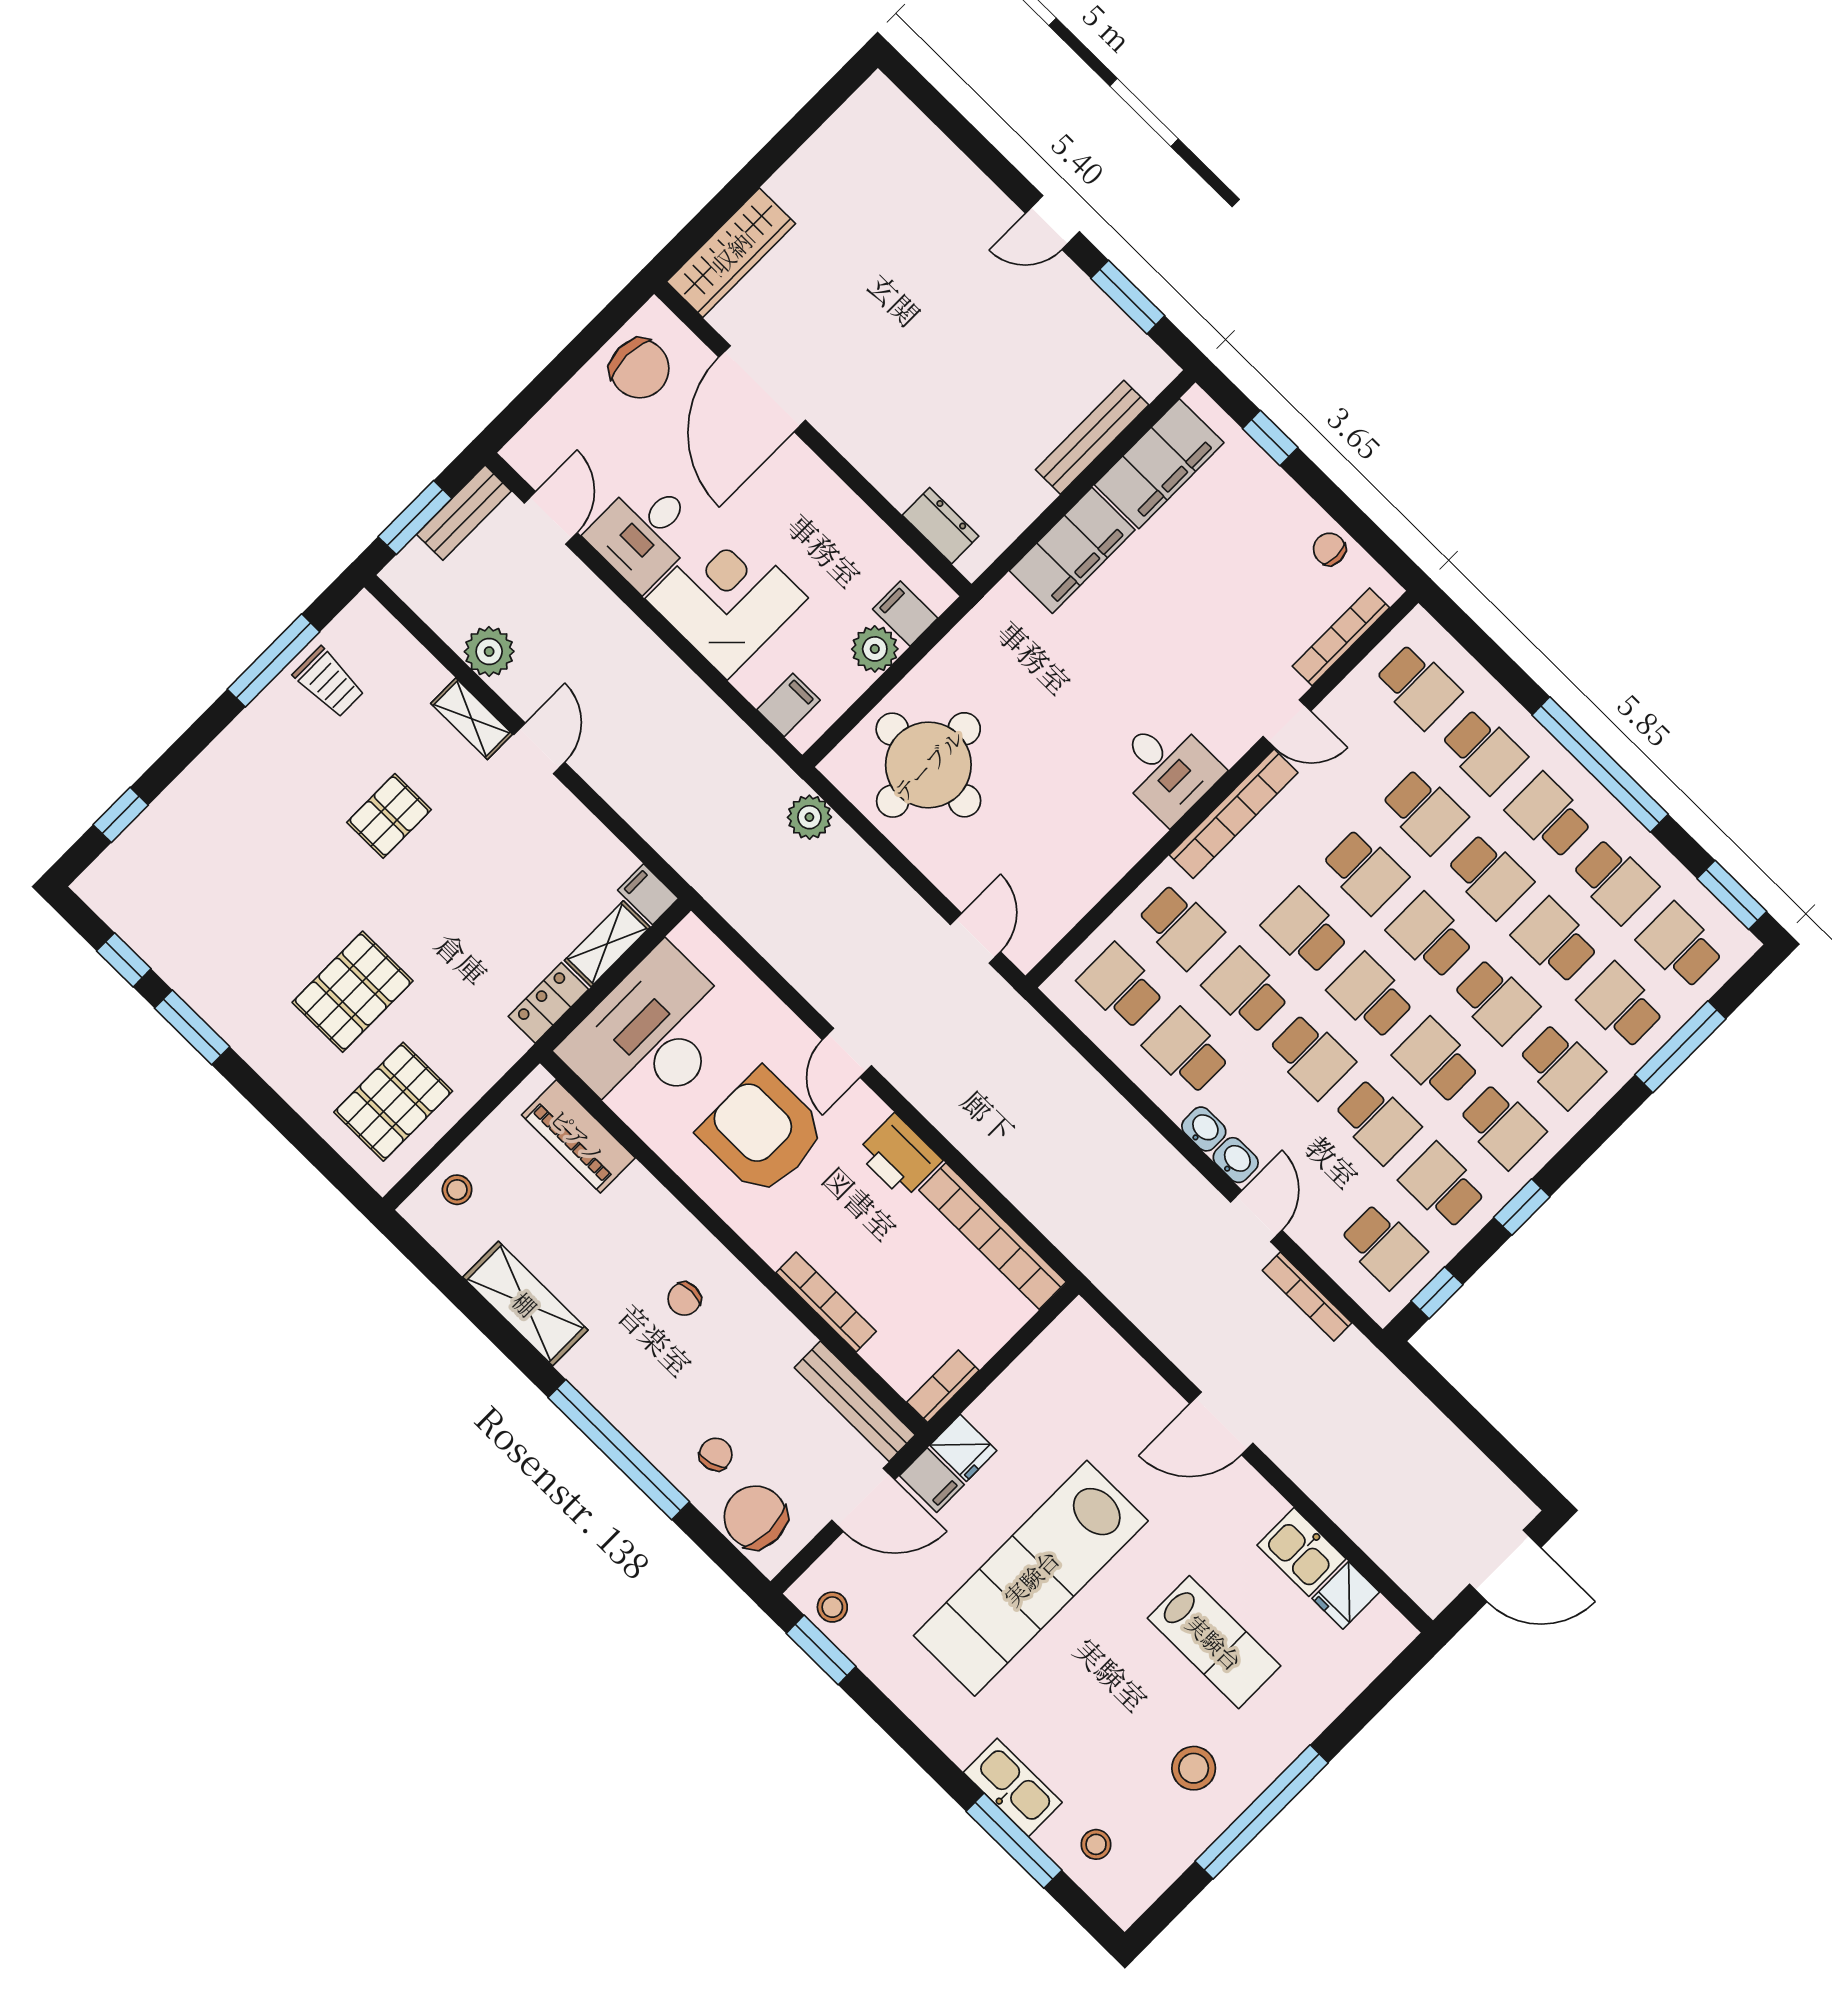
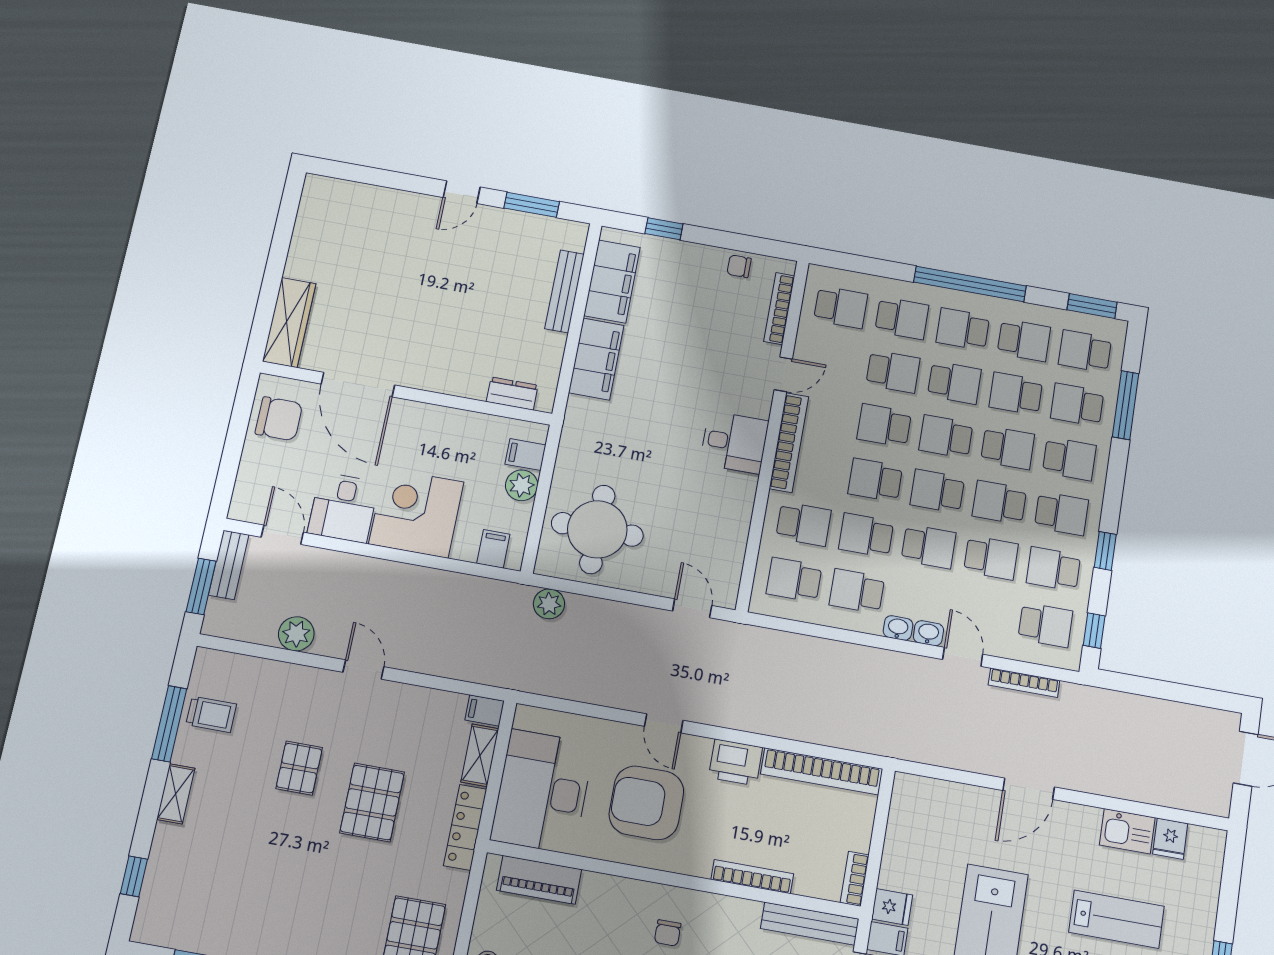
shelving: (472, 719) -> (176, 794), moved, turned 90
school desk: (1365, 871) -> (884, 425), turned 180
pallet: (353, 992) -> (372, 802), moved
locker: (548, 1003) -> (465, 827), width x1.53

